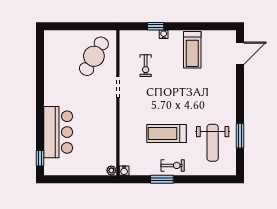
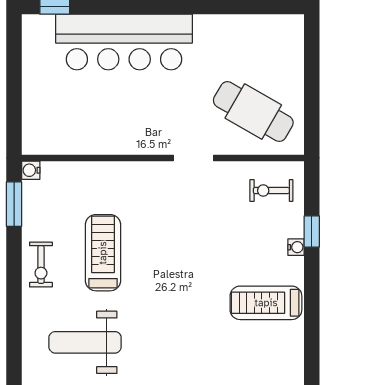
exercise bike: (146, 66) -> (271, 191), moved
bar counter: (58, 132) -> (124, 42), width x1.36
plant: (111, 170) -> (31, 145), removed
window: (162, 179) -> (14, 204), moved

